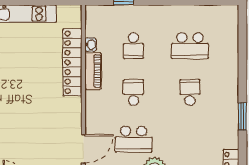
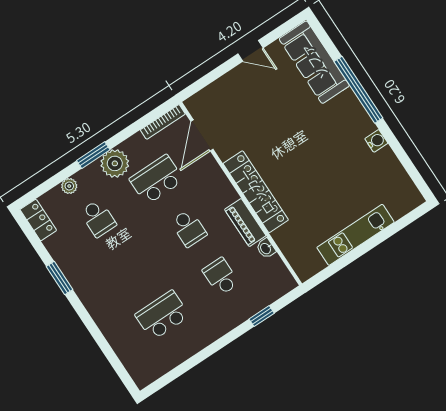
locker: (72, 62) -> (256, 192), moved
school desk: (190, 92) -> (98, 218), moved

